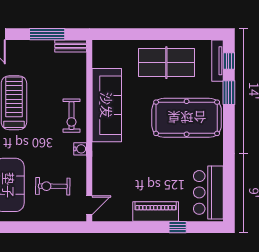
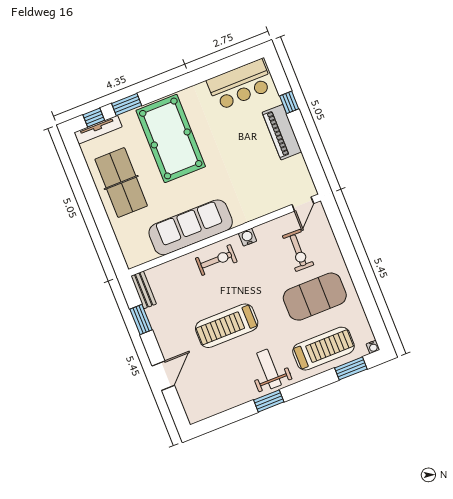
window: (47, 34) -> (141, 319), width x0.69
door: (89, 205) -> (303, 204), swing flipped

